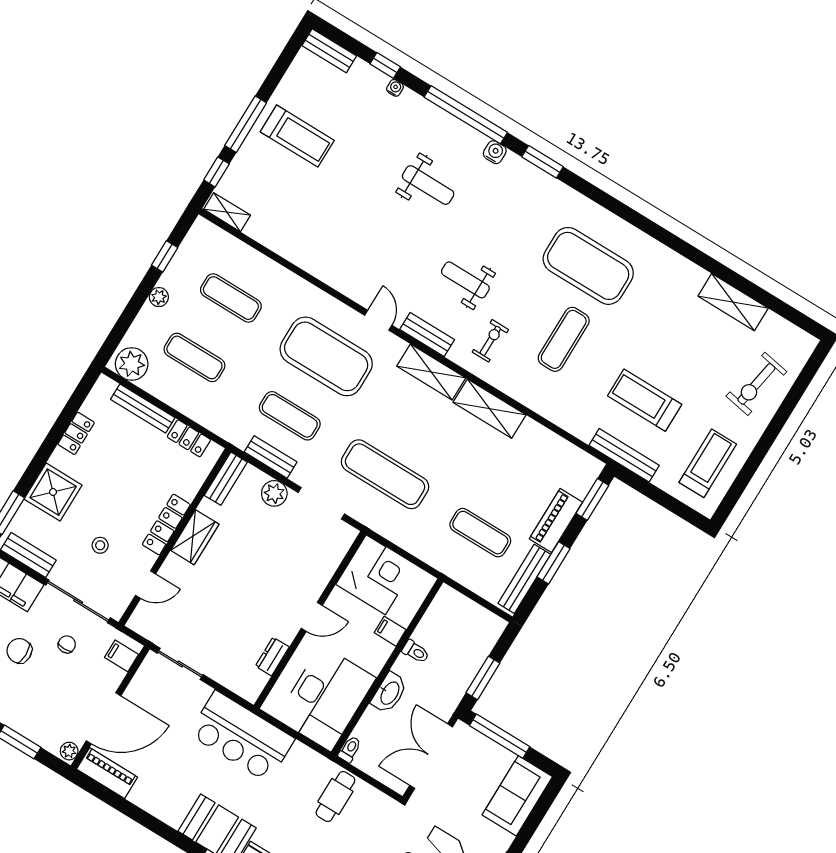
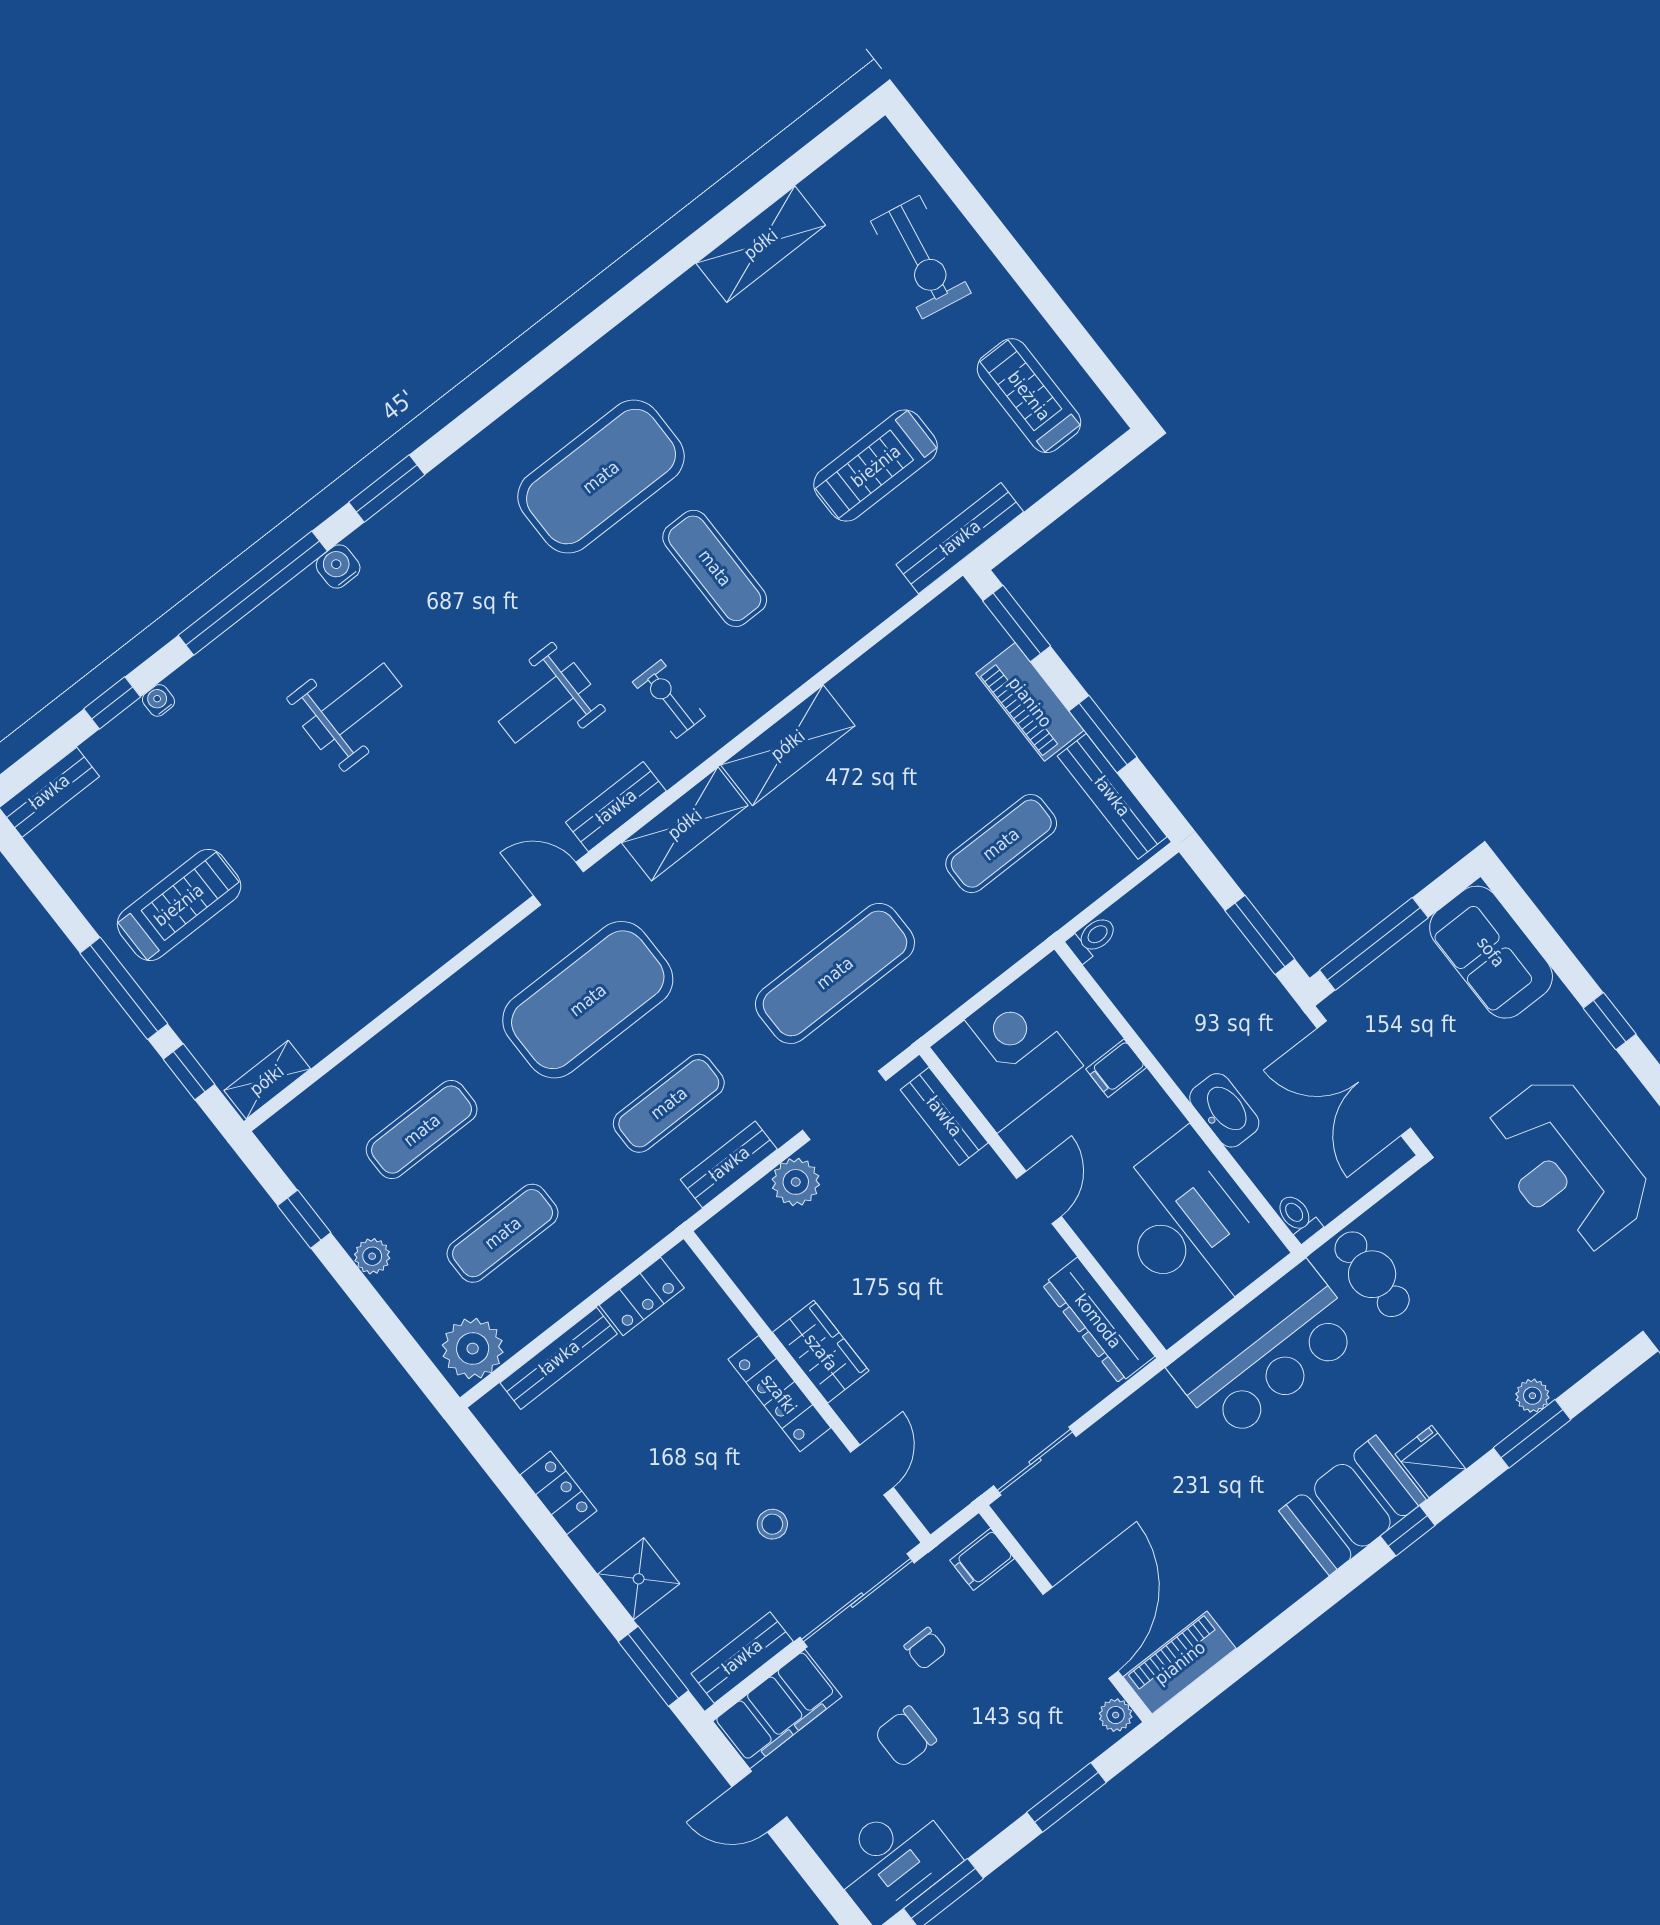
bench: (226, 479) -> (944, 1116), moved
shower: (53, 492) -> (639, 1579), width x0.73, depth x0.73
chair: (67, 644) -> (925, 1649), turned 180
toilet: (416, 652) -> (1092, 938), moved
dresser: (272, 657) -> (1098, 1321), width x1.96, depth x1.24
bar counter: (242, 736) -> (1266, 1352), moved

